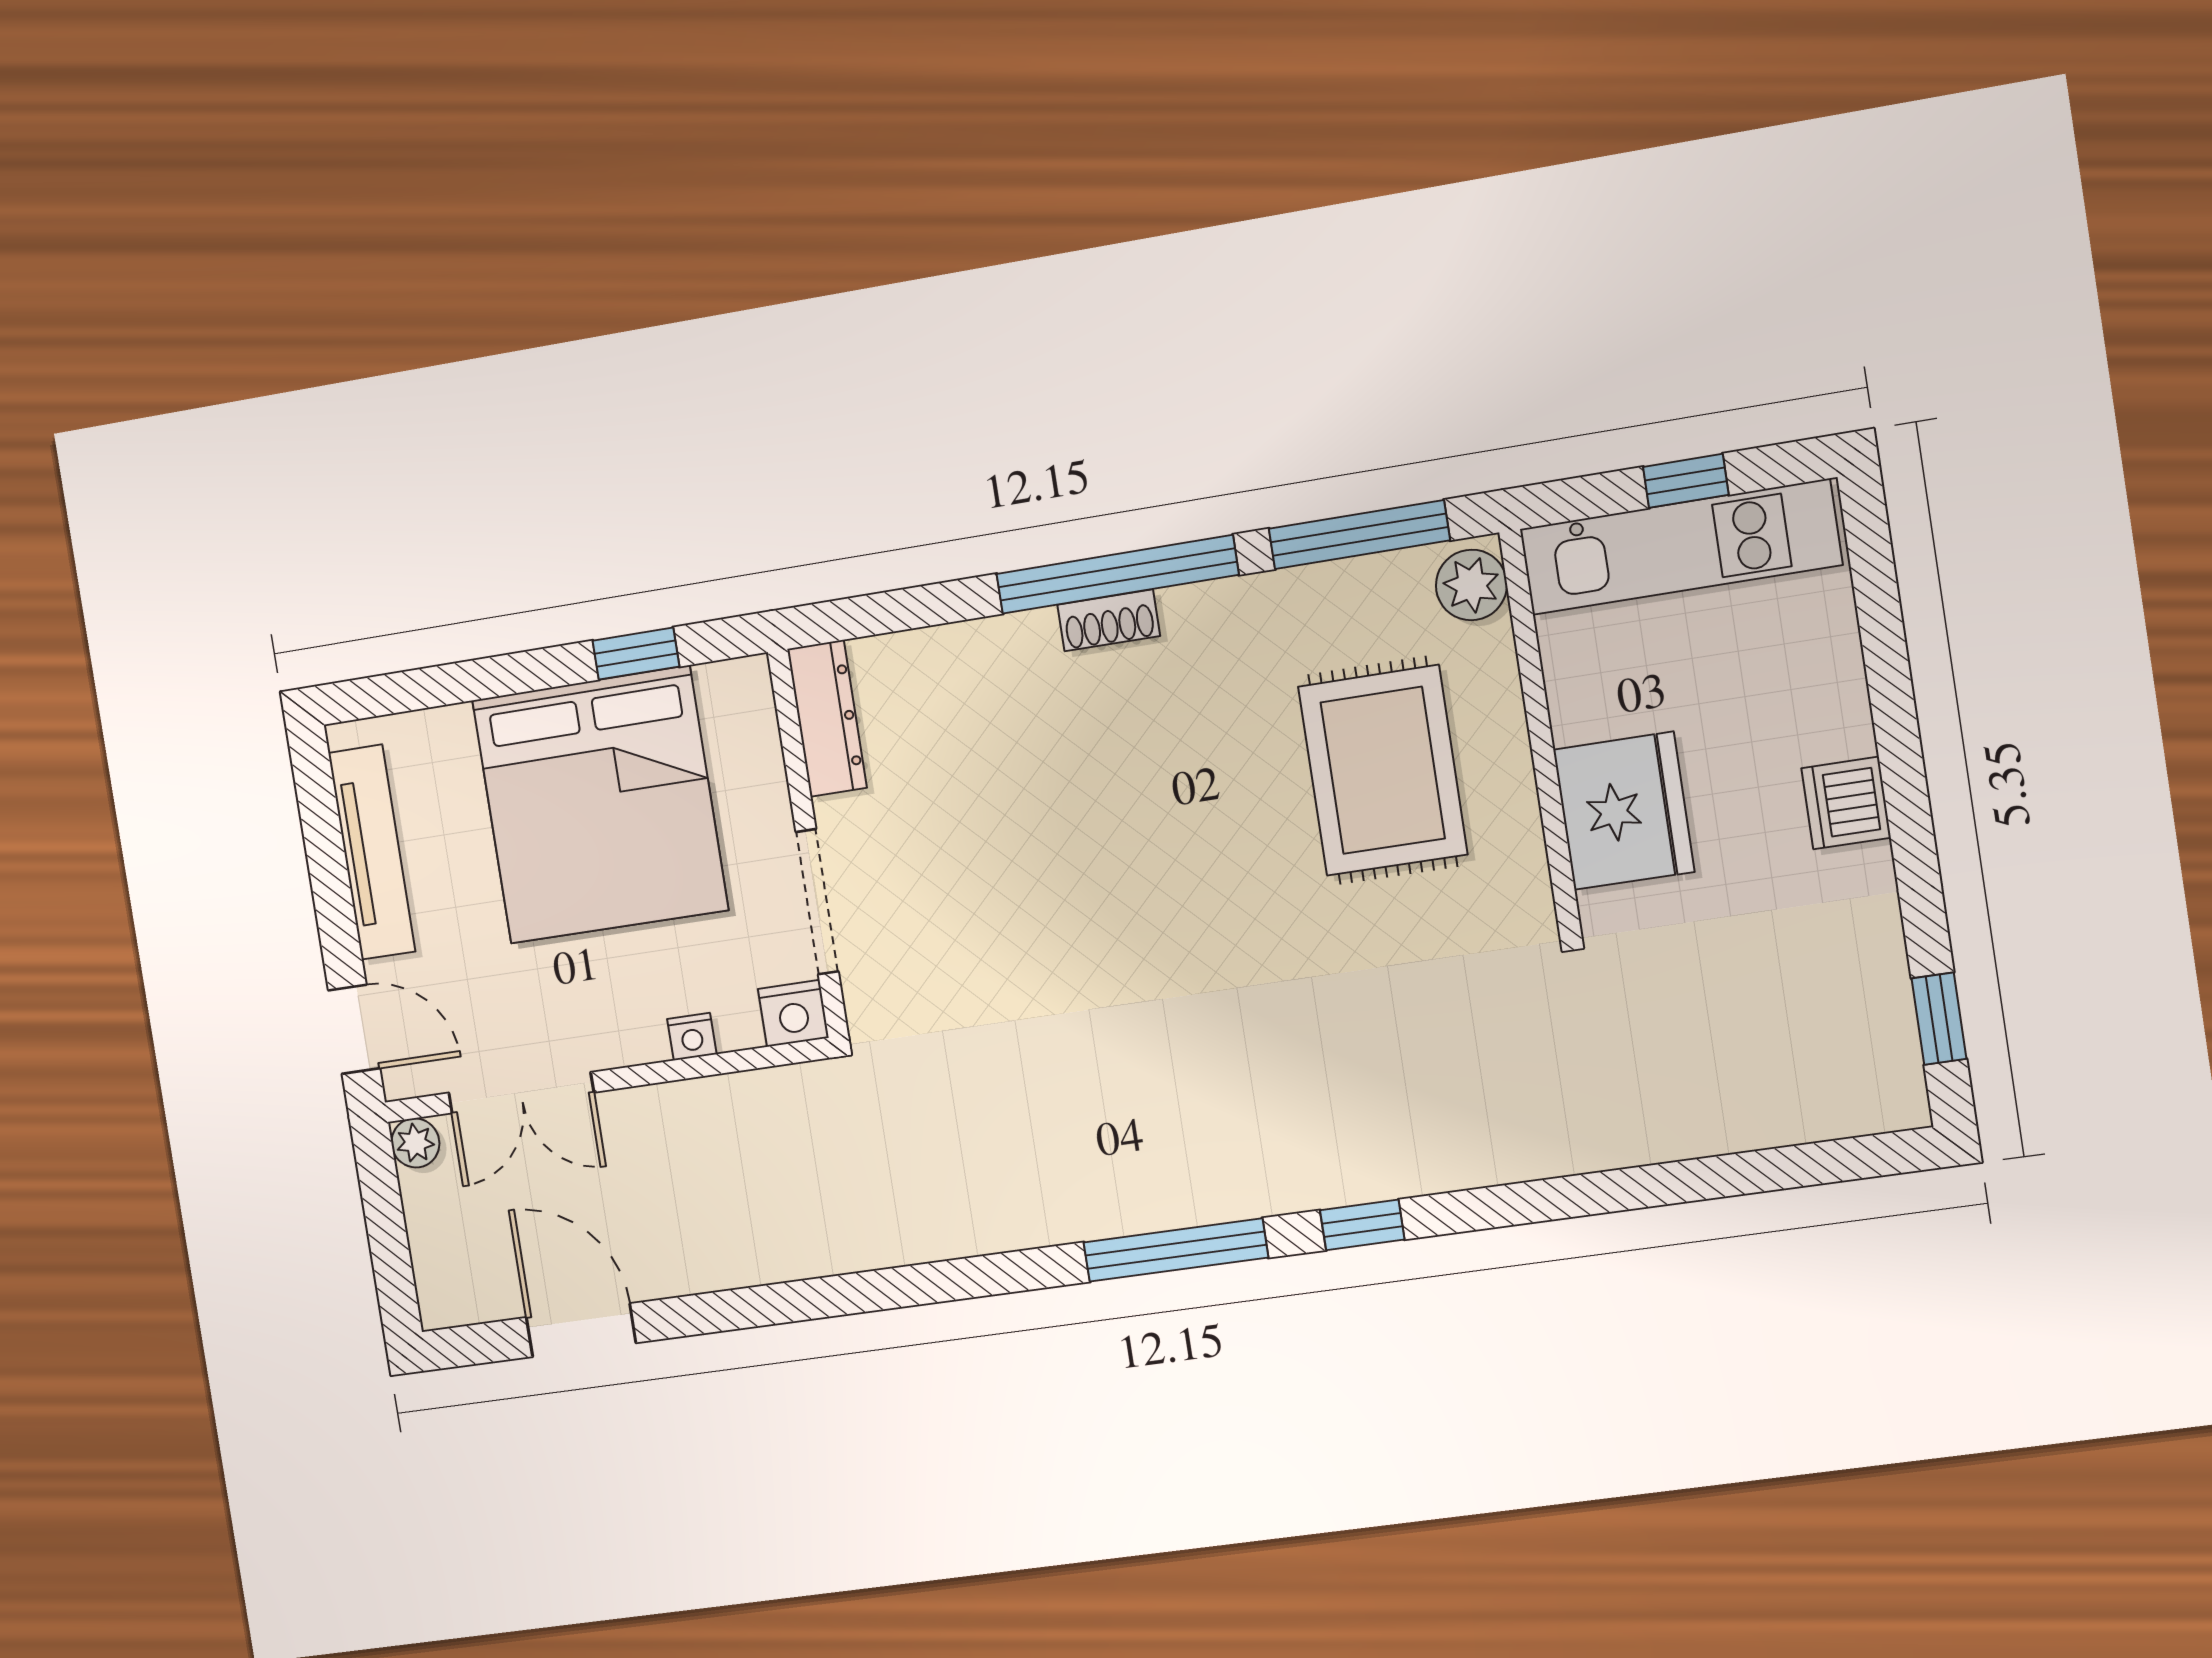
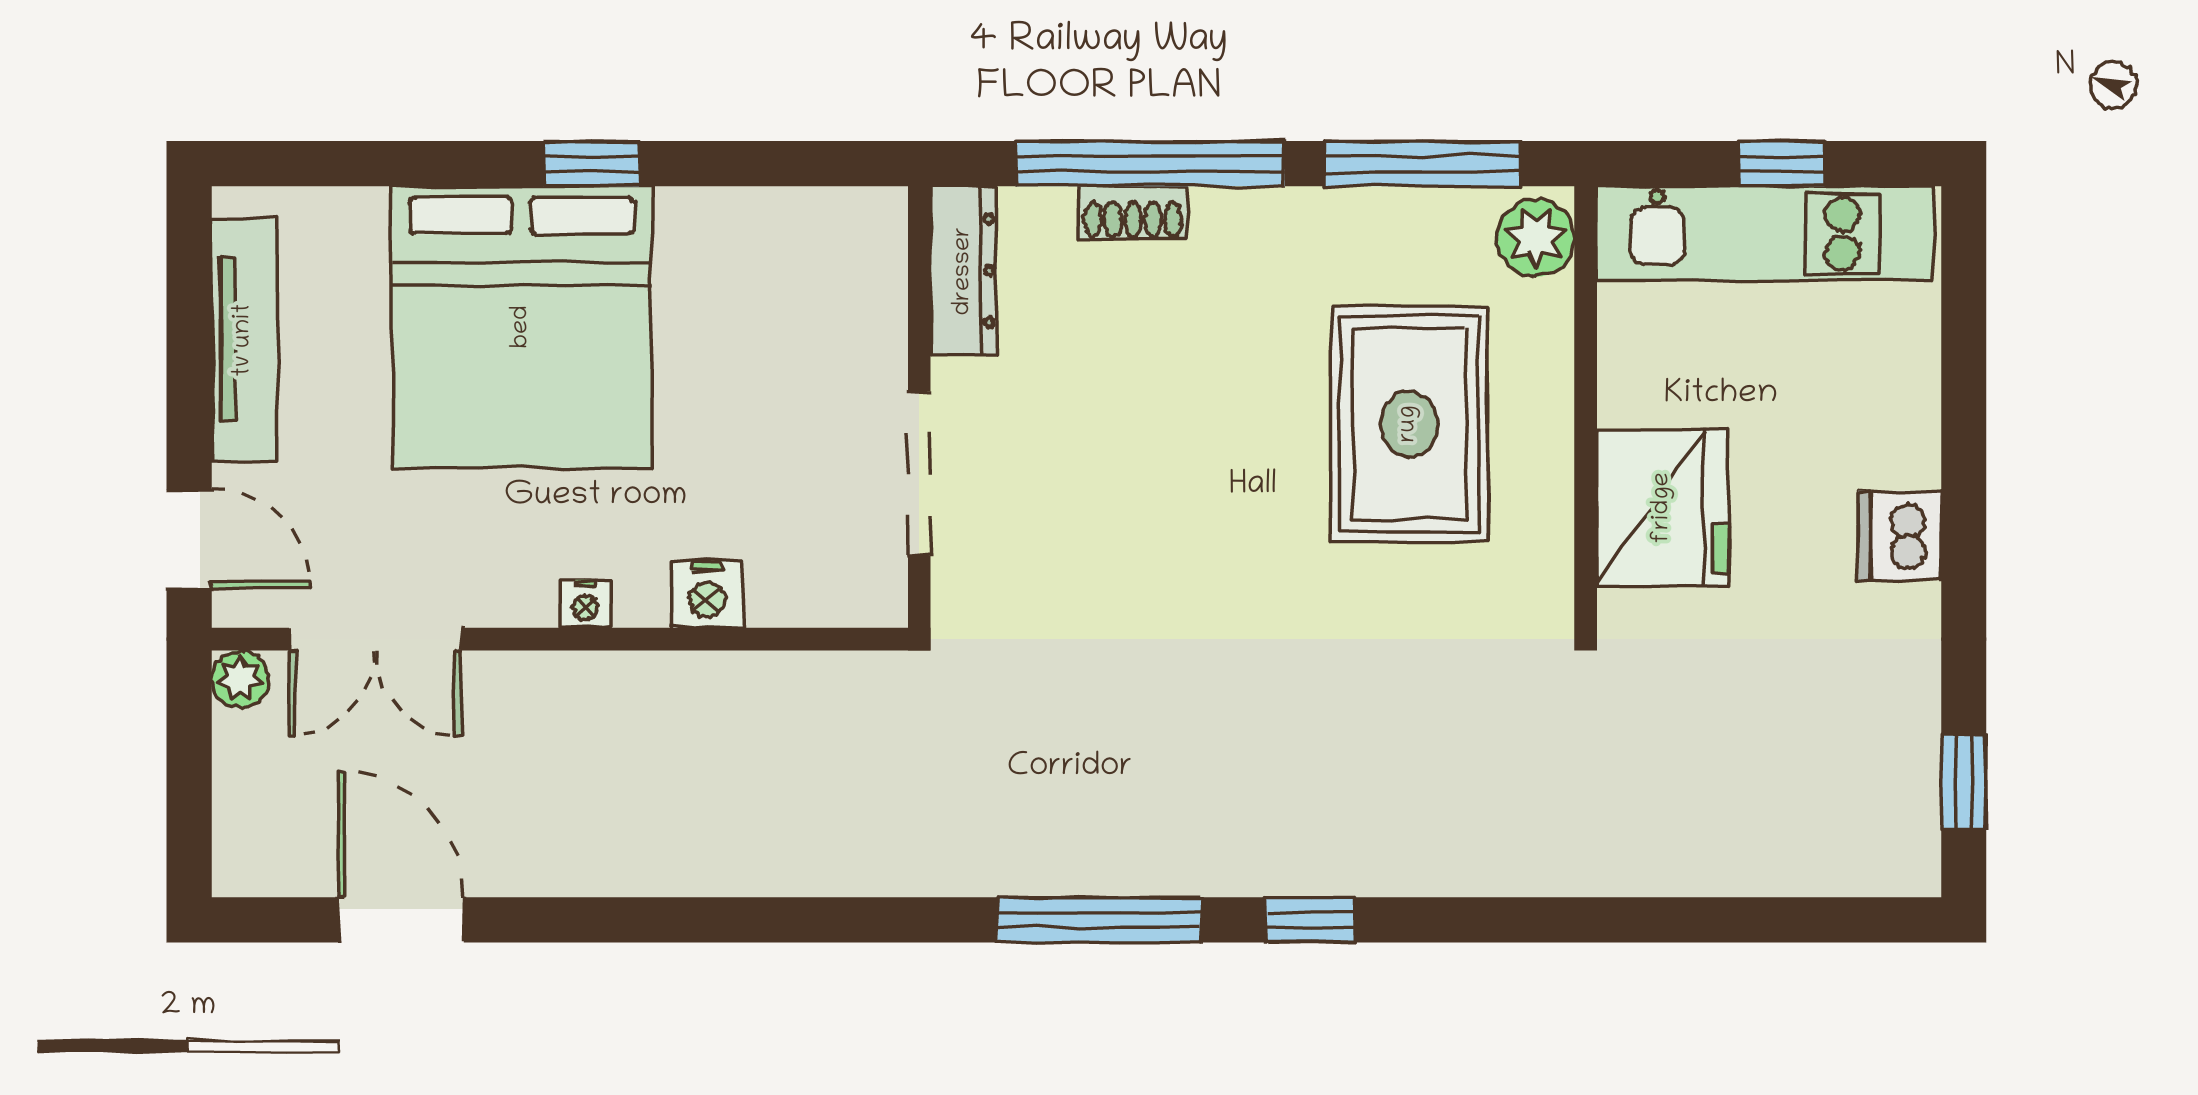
dresser: (827, 718) -> (964, 271), moved
wall: (808, 844) -> (919, 407), moved
doorway: (817, 902) -> (919, 473), moved

